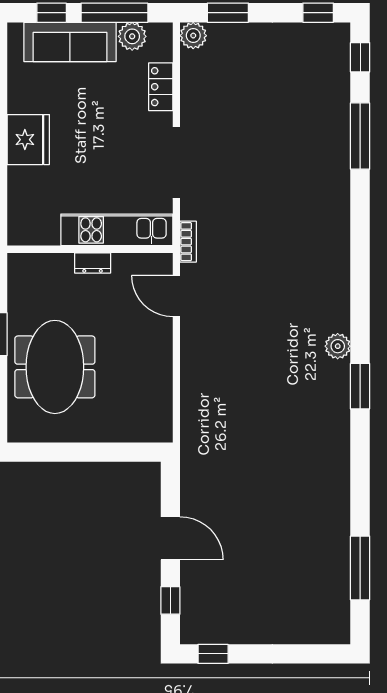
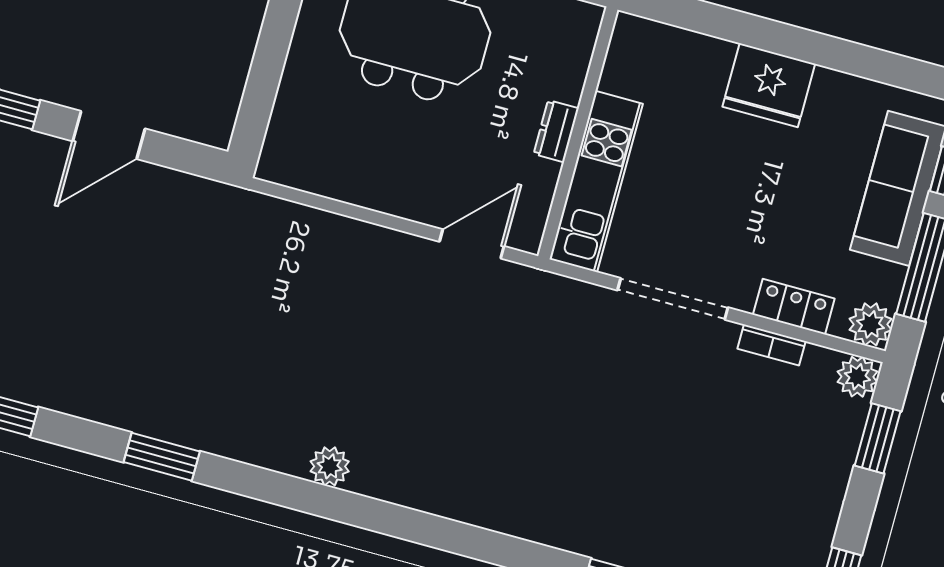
plant: (132, 36) -> (871, 324), moved
bookcase: (188, 242) -> (771, 345), moved
window: (360, 386) -> (162, 457), moved

